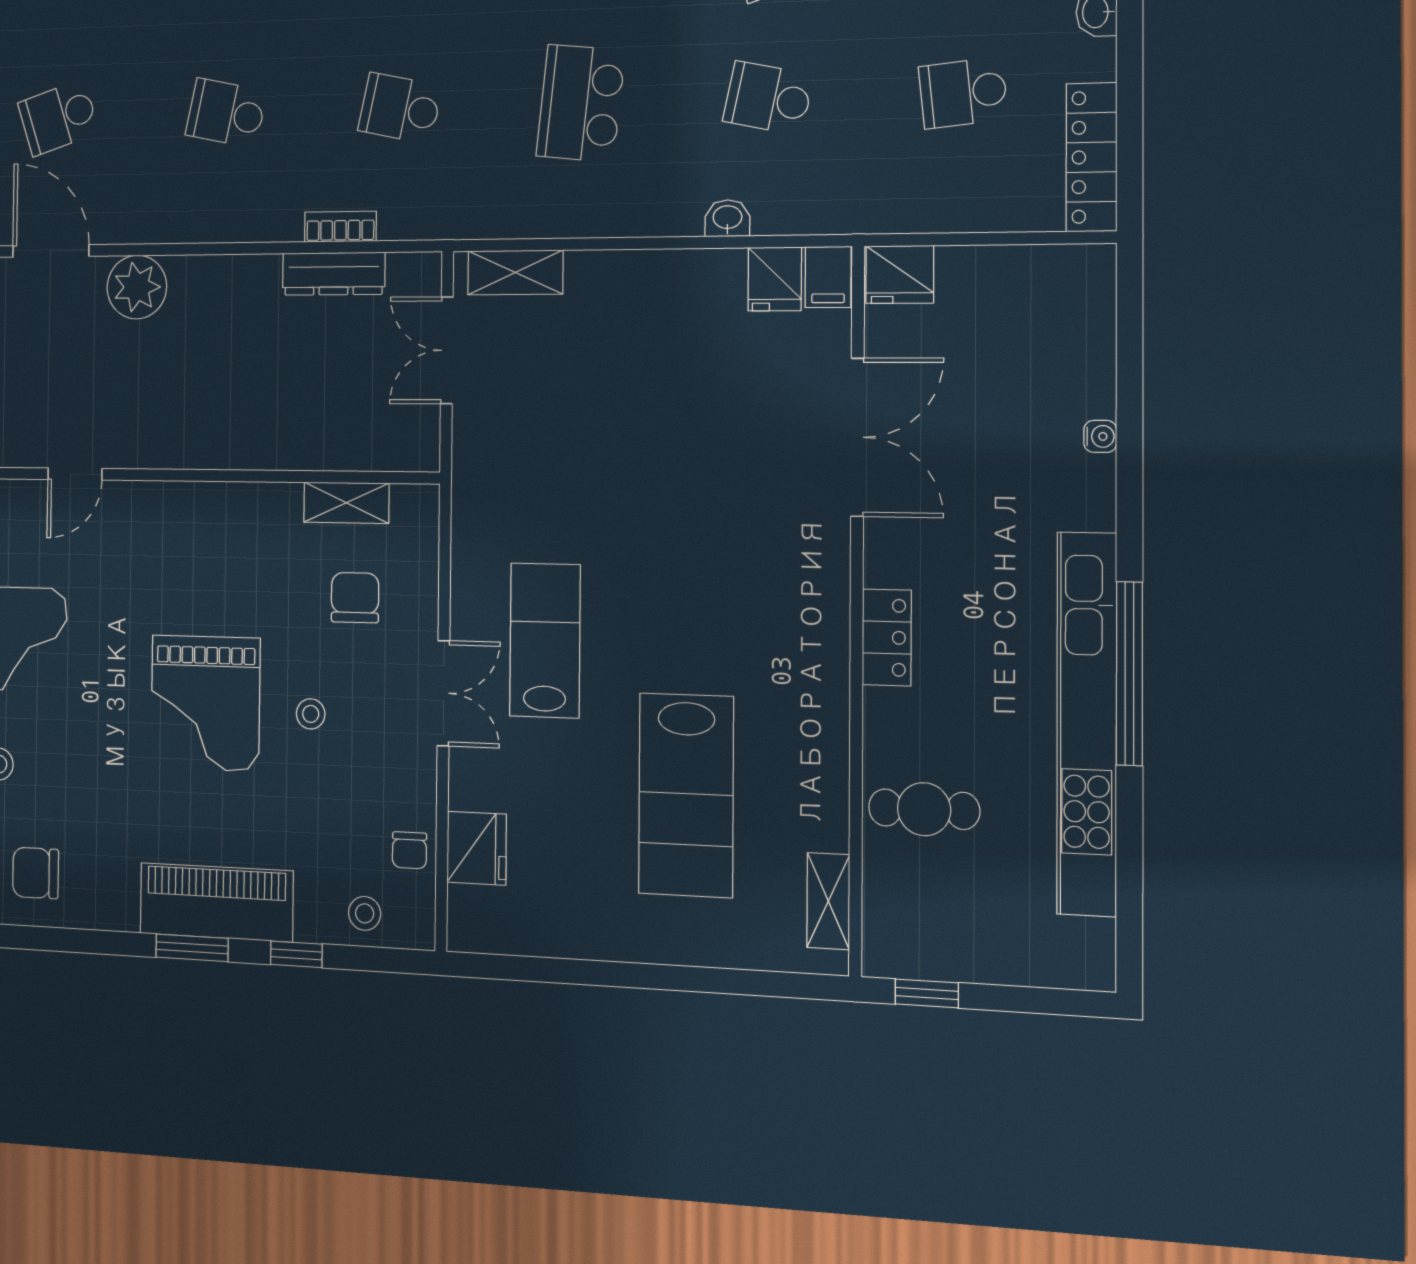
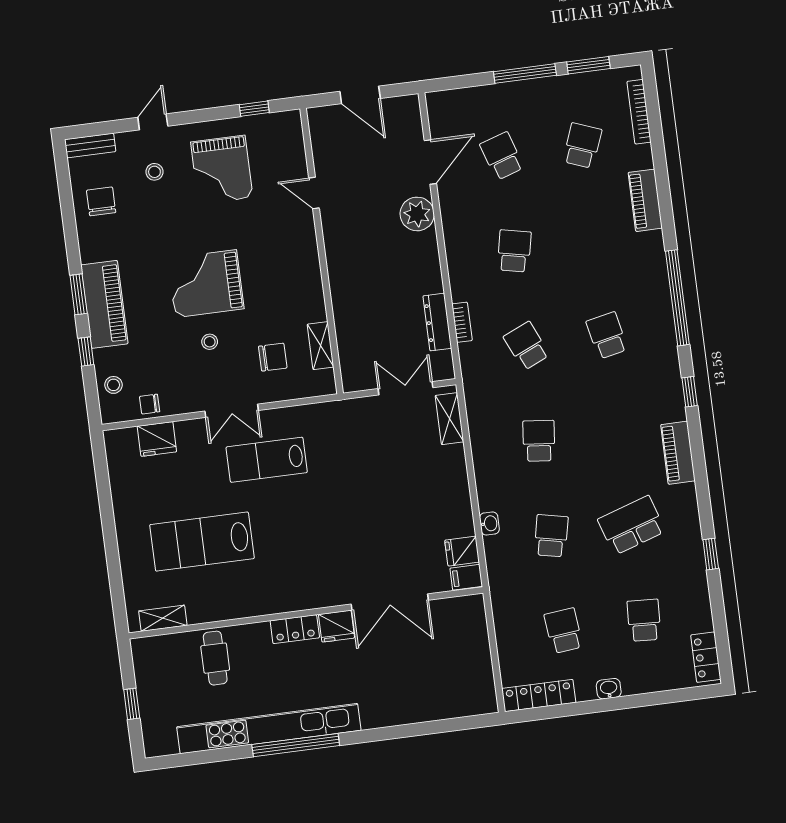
school desk: (581, 103) -> (539, 441), width x0.54
school desk: (400, 108) -> (527, 346), turned -36
fridge: (900, 274) -> (336, 626), moved, turned -90
water cooler: (1100, 436) -> (406, 717), removed
lab bench: (545, 640) -> (267, 460), turned 180
window: (927, 993) -> (132, 704), moved

